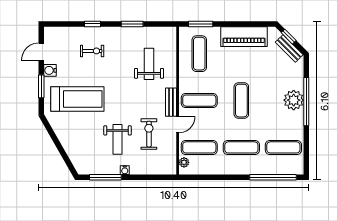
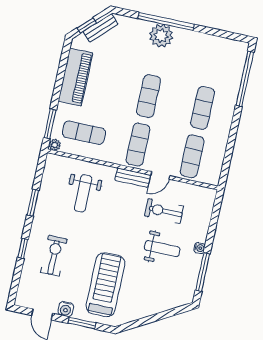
exercise bike: (92, 51) -> (54, 256), width x1.38, depth x1.39
weight bench: (149, 64) -> (83, 193), turned -90
exercise mat: (241, 101) -> (149, 96), turned 90
door: (178, 125) -> (160, 175), swing flipped
exercise mat: (283, 147) -> (213, 59), removed
plant: (184, 162) -> (55, 145), moved

